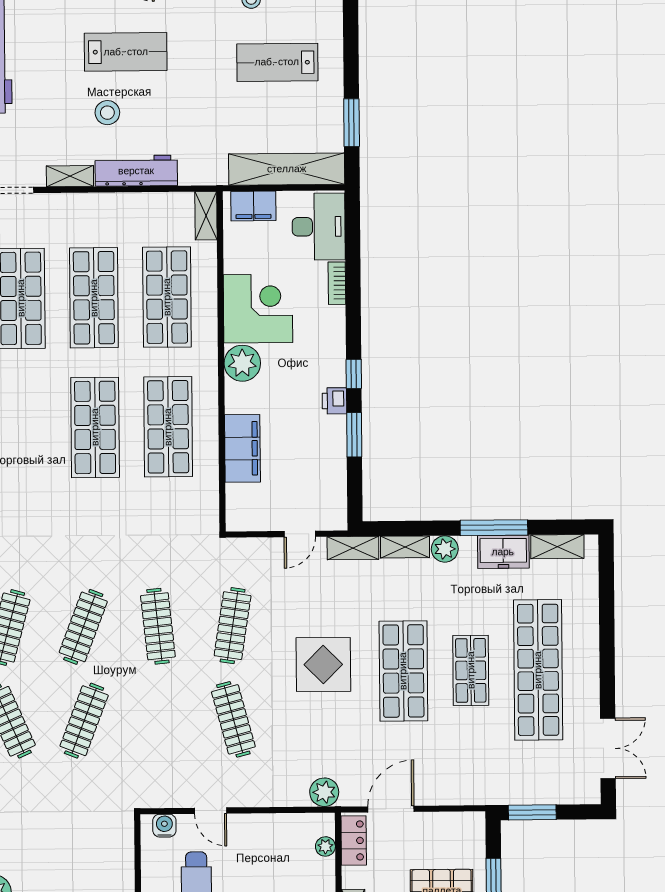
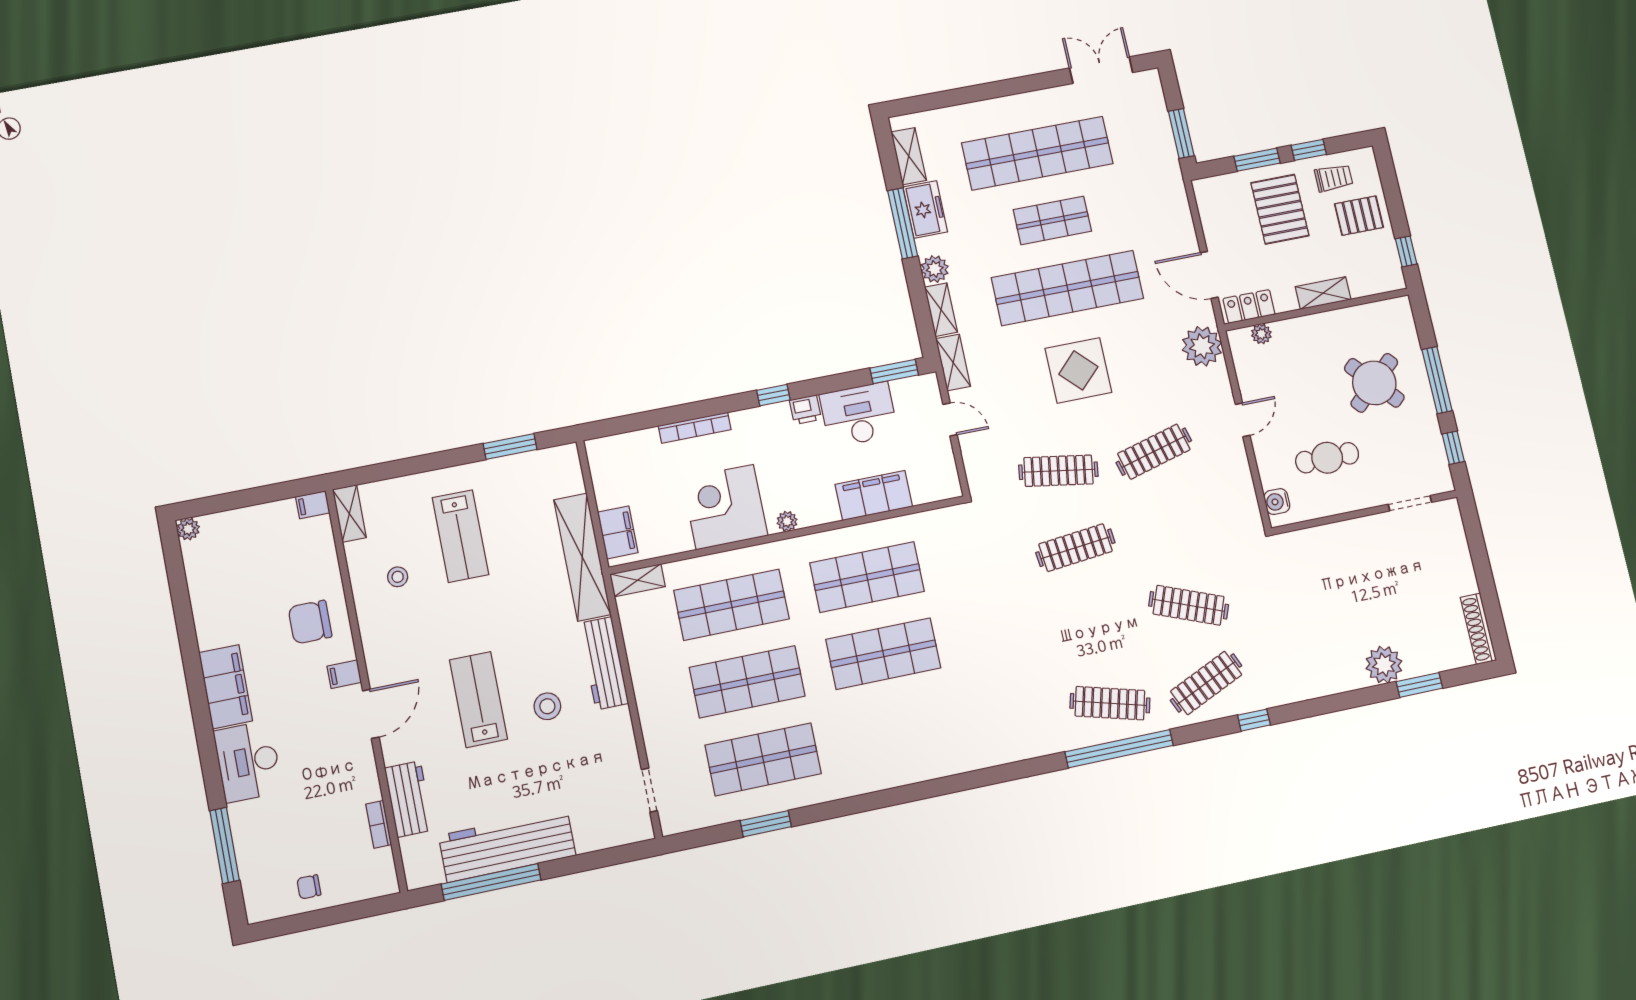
shelving: (287, 169) -> (582, 557), moved
shelving: (70, 176) -> (623, 733), removed
desk: (319, 227) -> (859, 415), moved
bookcase: (337, 283) -> (695, 428), width x1.56
plant: (242, 363) -> (787, 521), width x0.53, depth x0.53
window: (354, 435) -> (894, 372), moved
clothes rail: (83, 627) -> (1093, 625), removed
shop shelf: (403, 671) -> (1067, 288), width x1.40
plant: (324, 792) -> (1202, 346), width x1.36, depth x1.36
door: (210, 811) -> (1243, 420), moved

